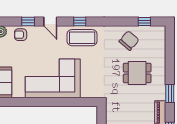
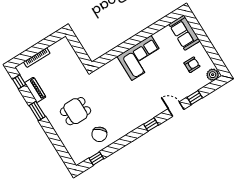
armchair: (21, 35) -> (192, 65), moved
coffee table: (82, 38) -> (141, 112), removed
corner sofa: (53, 78) -> (141, 58), width x0.73, depth x0.74

